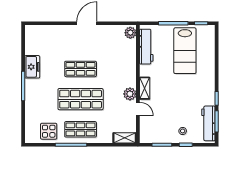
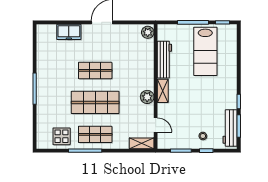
workbench: (146, 47) -> (164, 60), moved
freezer: (32, 67) -> (69, 32), moved, turned 90
door: (138, 109) -> (156, 125), moved

